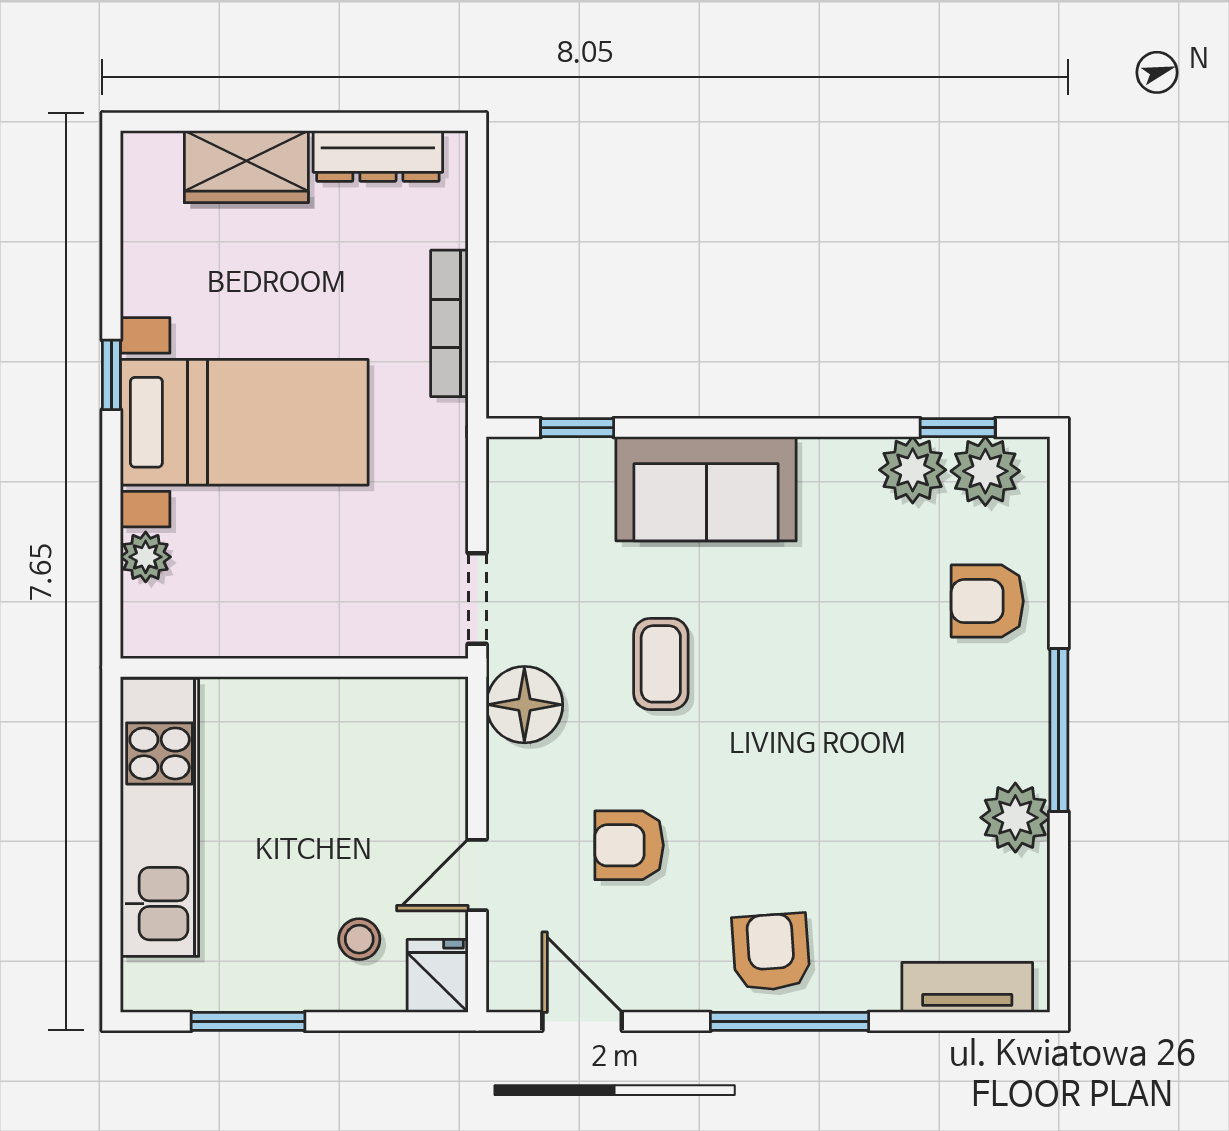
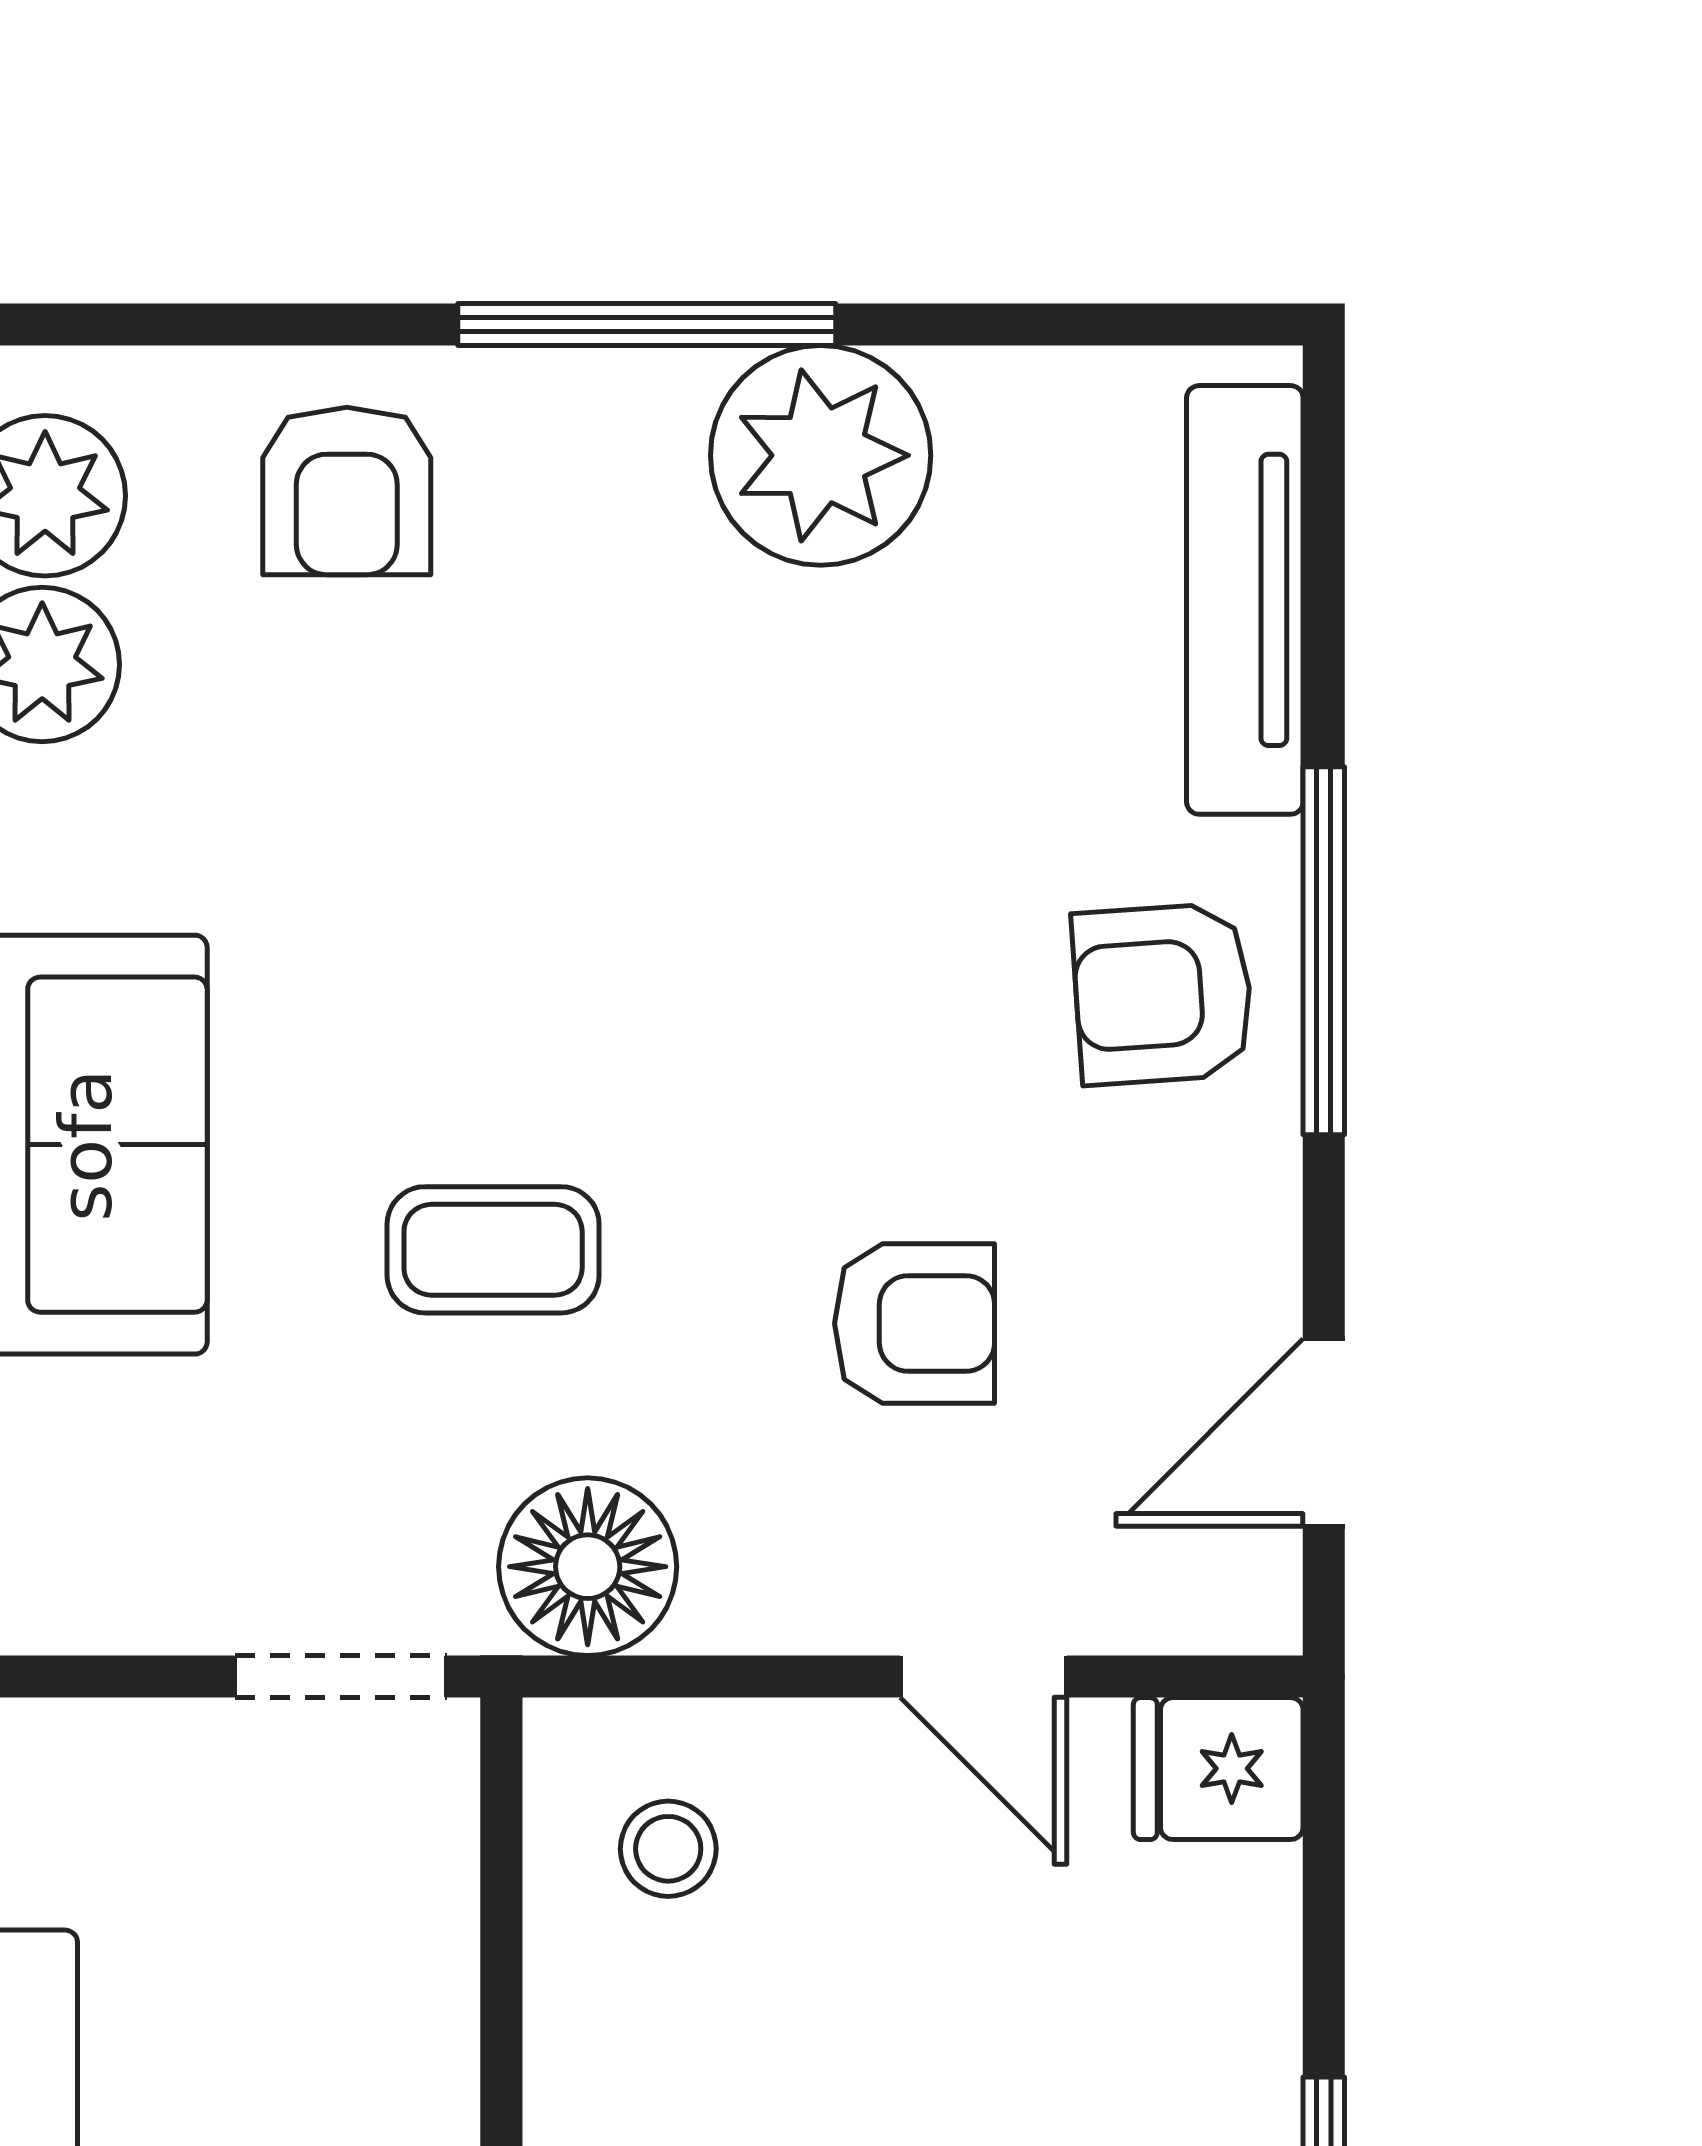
plant: (1015, 818) -> (821, 455), width x1.36, depth x1.36
armchair: (629, 845) -> (915, 1323), turned -90
stool: (359, 939) -> (668, 1849), moved
tv unit: (967, 987) -> (1245, 600), width x1.41

